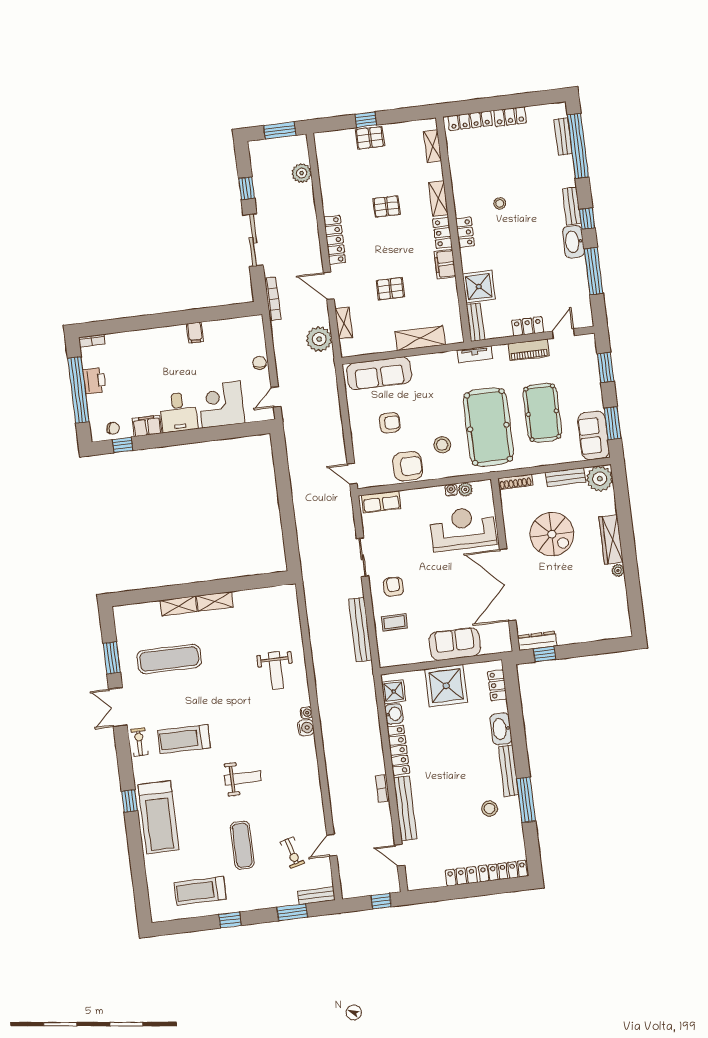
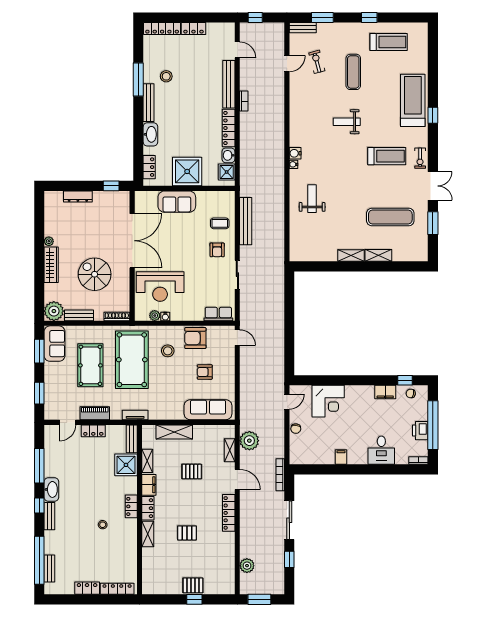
shelving: (433, 146) -> (147, 461), moved
desk: (178, 412) -> (381, 450), moved, turned 180
dresser: (537, 641) -> (78, 196), moved

